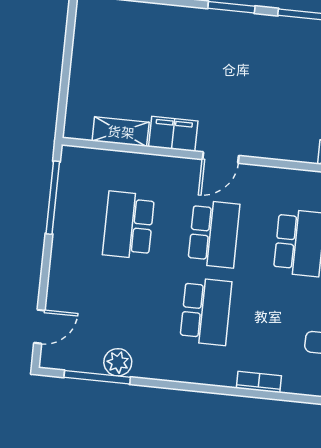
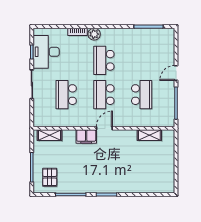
filing cabinet: (173, 134) -> (86, 136), moved
door: (39, 327) -> (176, 73), moved
plant: (118, 362) -> (94, 34), moved

